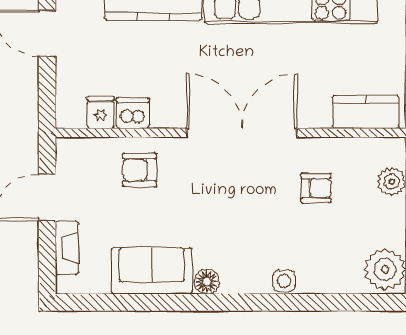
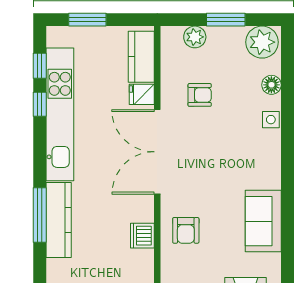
fridge: (101, 112) -> (142, 94), moved
armchair: (316, 188) -> (200, 95), turned 90
floor lamp: (207, 282) -> (271, 85), moved

